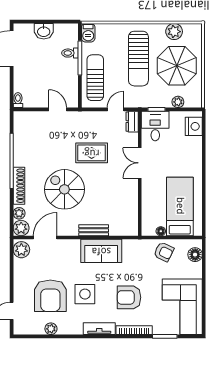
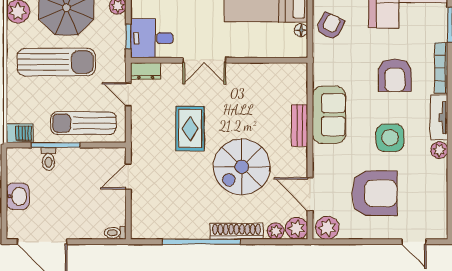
armchair: (50, 296) -> (375, 193), moved
plant: (51, 329) -> (439, 150), moved

